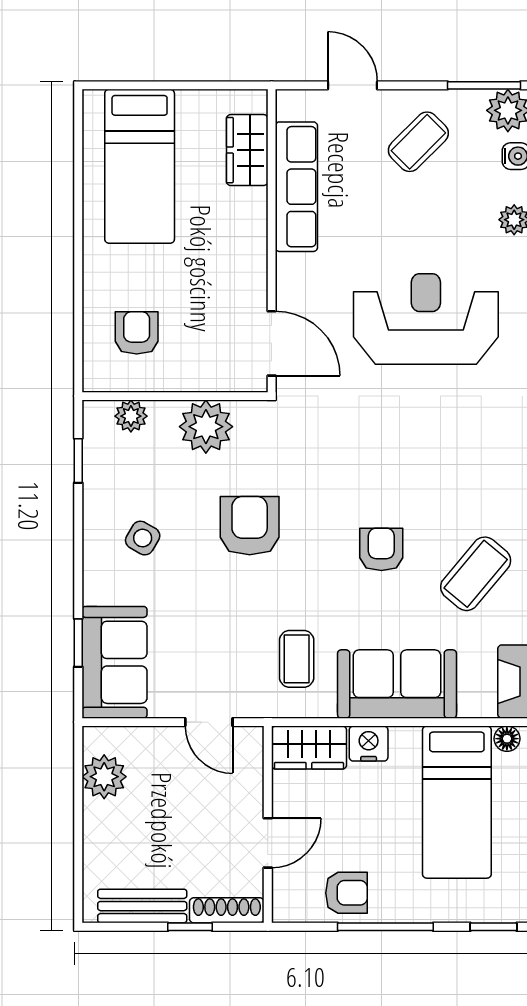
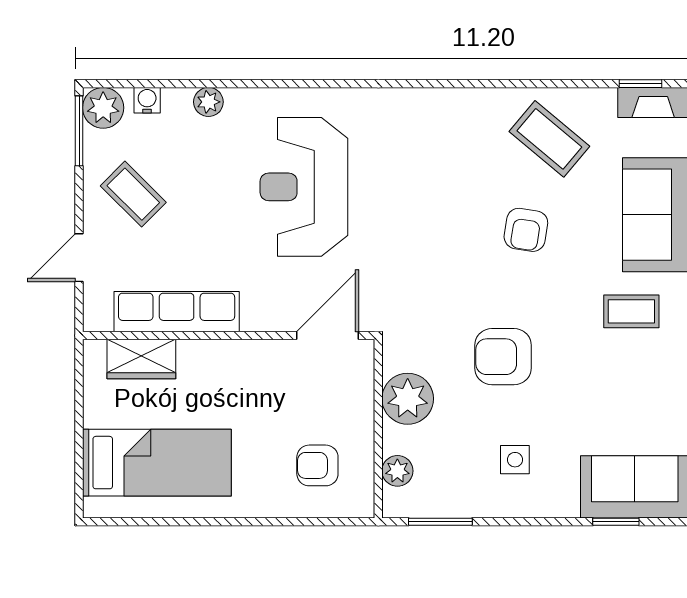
window: (78, 461) -> (440, 522), width x1.50
side table: (143, 538) -> (515, 460), turned -30
armchair: (381, 549) -> (526, 230), turned -81

